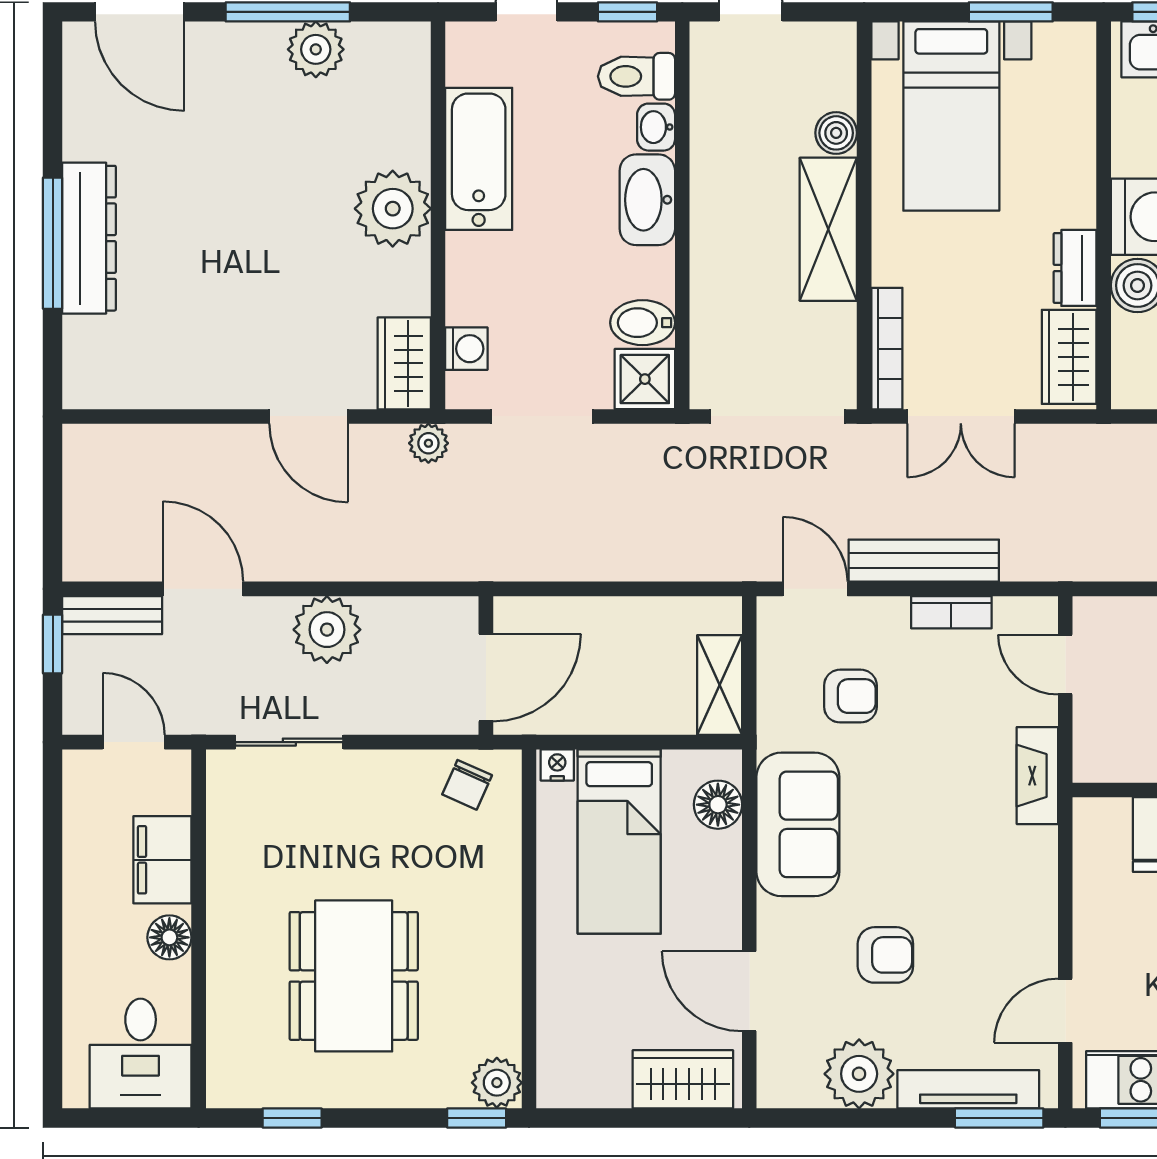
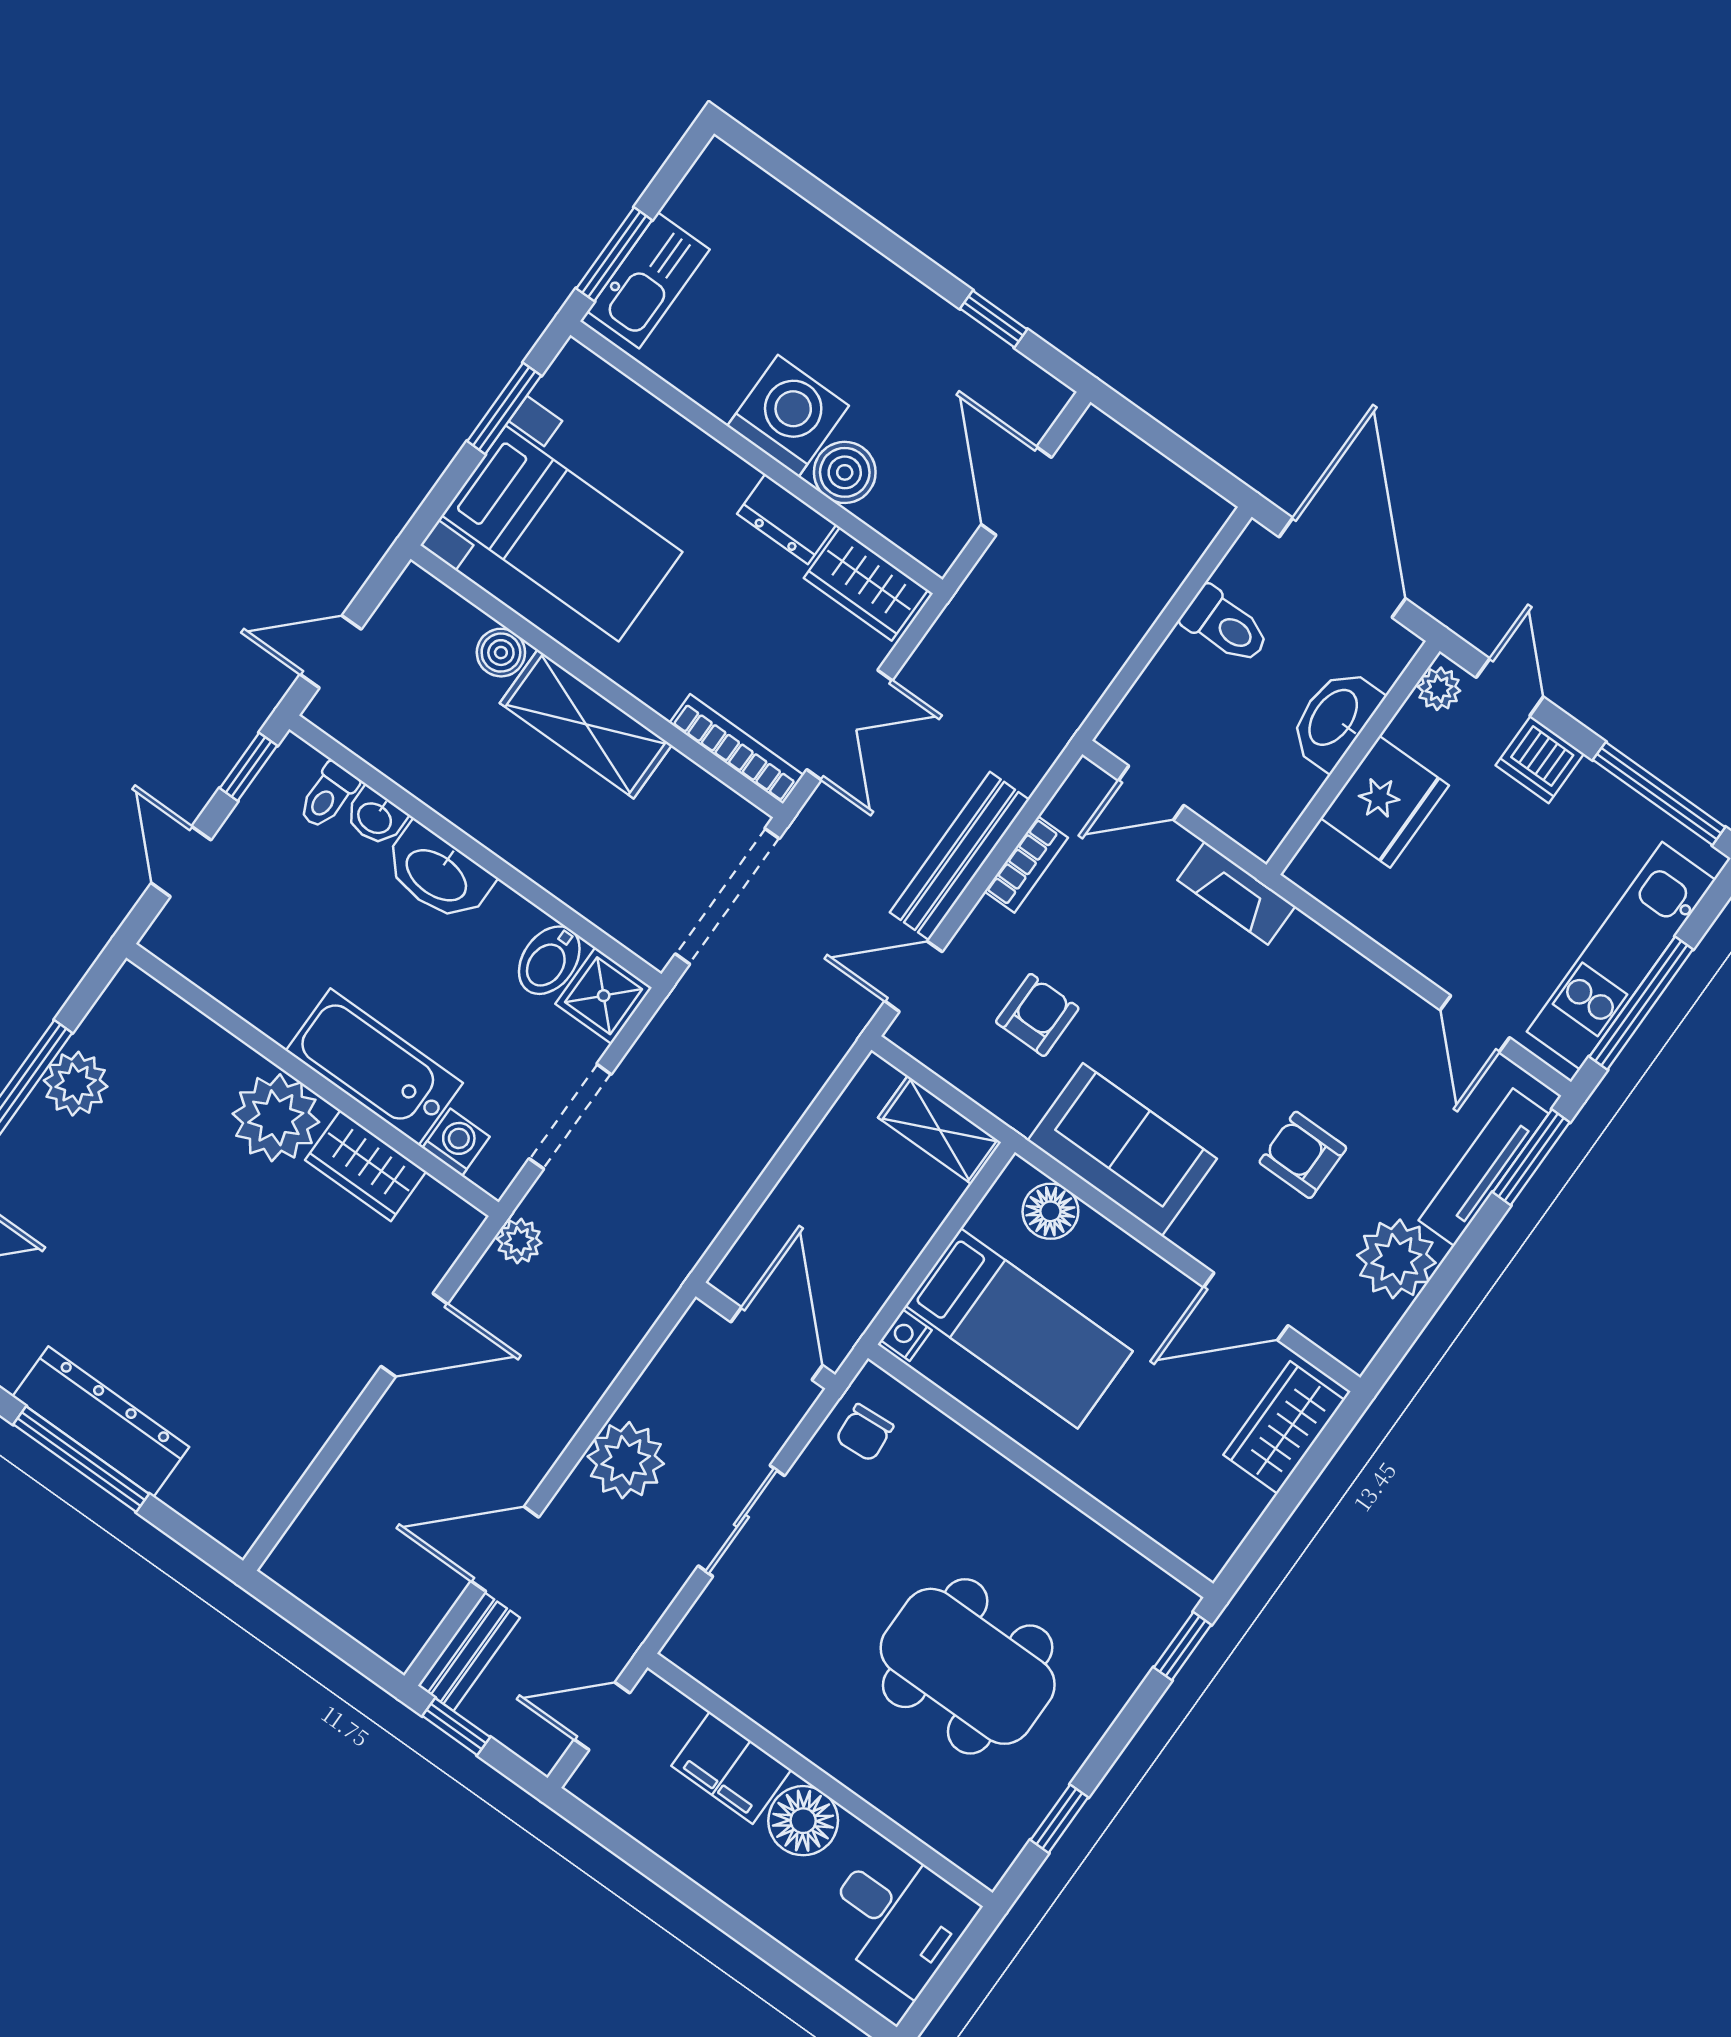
toilet: (637, 76) -> (328, 796), width x0.73, depth x0.72
bathtub: (479, 159) -> (374, 1067), moved
wardrobe: (404, 363) -> (366, 1166), moved
sliding door: (289, 742) -> (741, 1521), moved
chair: (467, 785) -> (864, 1433), turned 62
floor lamp: (169, 937) -> (803, 1821), width x1.38, depth x1.38
armchair: (885, 955) -> (1303, 1155), turned -90
plant: (497, 1083) -> (1163, 1604), removed

